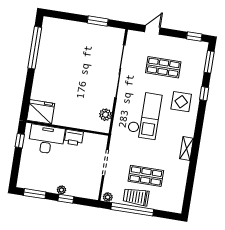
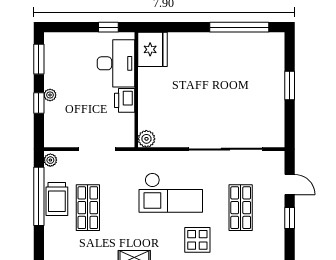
window: (98, 21) -> (290, 86), moved
window: (194, 37) -> (290, 218), moved
plant: (105, 115) -> (146, 139), moved
trolley: (136, 197) -> (57, 199), turned 180

